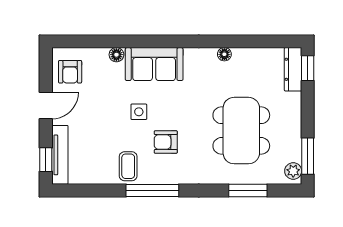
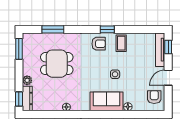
dining table: (241, 131) -> (57, 64), width x0.73
armchair: (166, 142) -> (99, 44), moved
plant: (293, 171) -> (27, 80), moved
window: (152, 190) -> (107, 29), width x0.46

